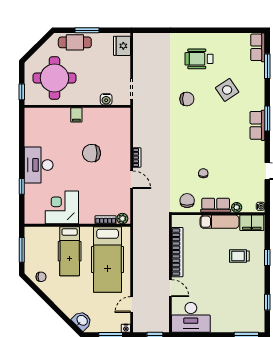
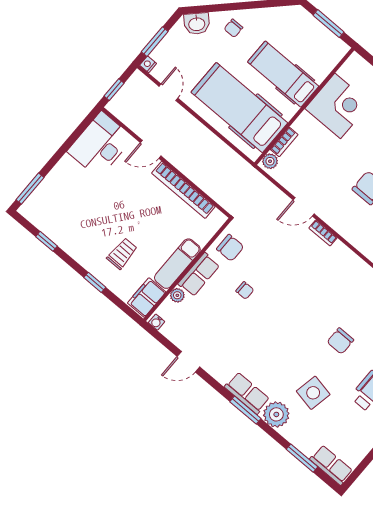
side table: (227, 90) -> (313, 393), turned 45
plant: (256, 100) -> (276, 414), added
chair: (41, 277) -> (233, 28), moved

